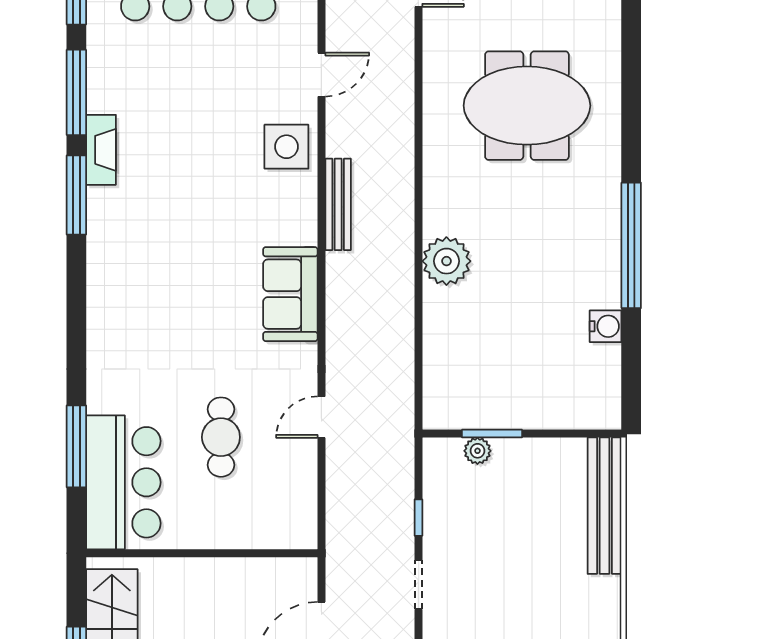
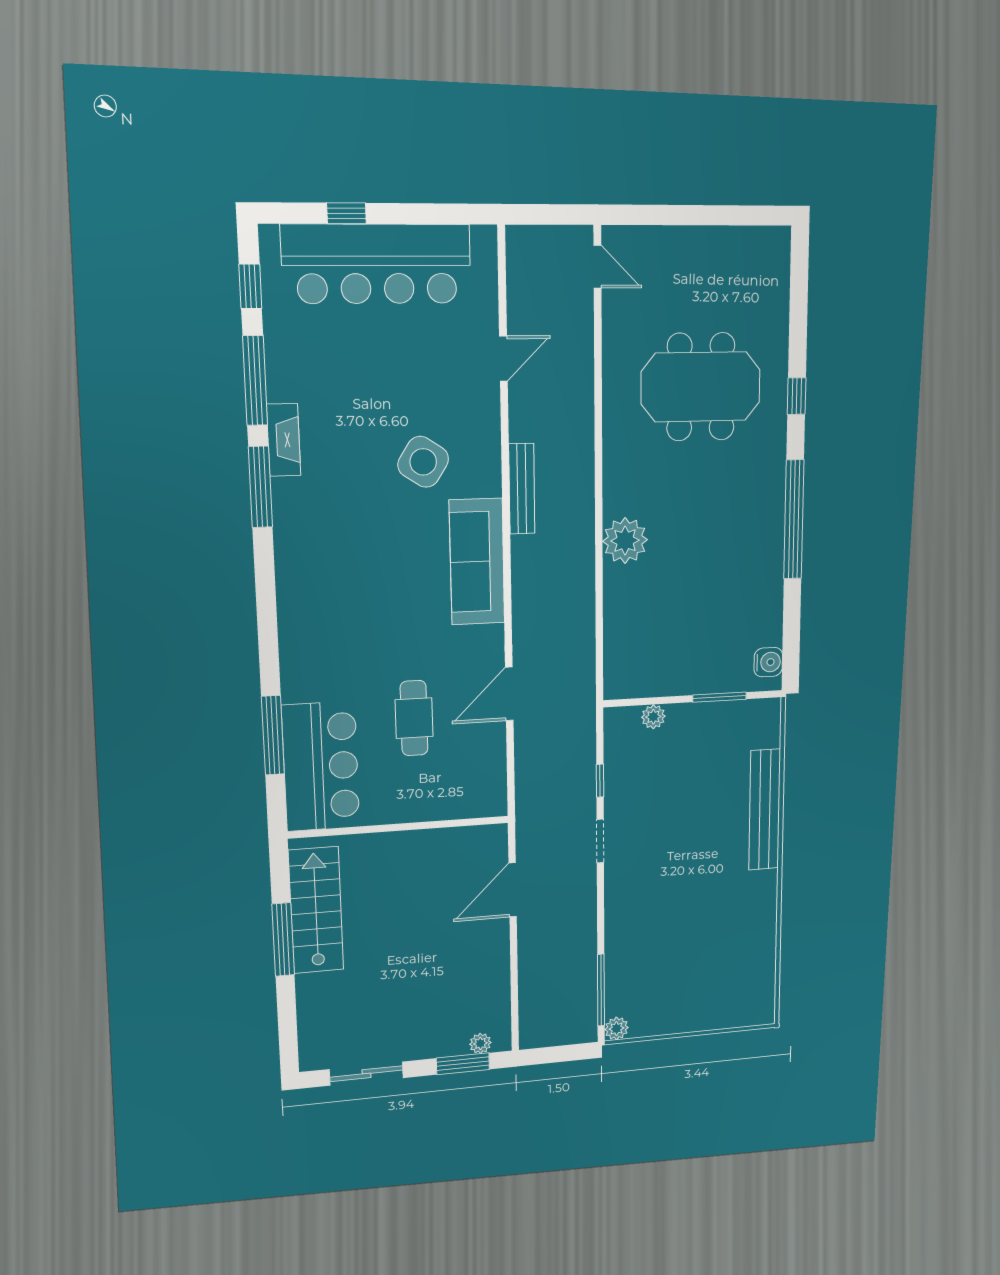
window: (631, 117) -> (797, 396), added
side table: (286, 147) -> (423, 462), moved, turned 33
sofa: (290, 294) -> (477, 562), width x1.36
water cooler: (606, 326) -> (768, 662), moved
door: (321, 417) -> (509, 694), width x1.38
window: (492, 434) -> (720, 697), moved
bench: (605, 506) -> (765, 810), moved

